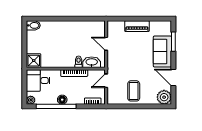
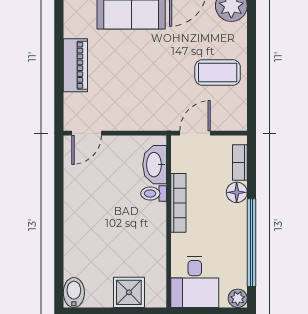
door: (106, 44) -> (87, 133), moved
shower: (34, 61) -> (129, 292), moved
door: (106, 81) -> (195, 133), swing flipped
floor lamp: (62, 100) -> (237, 192), moved

